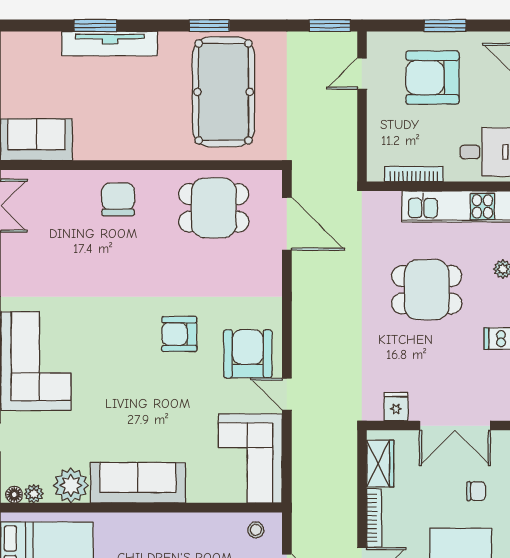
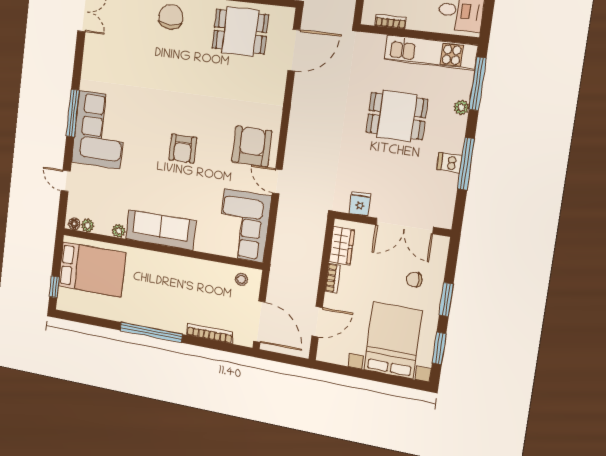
bookcase: (414, 174) -> (391, 21), width x0.64
door: (287, 224) -> (294, 50), hinge flipped
armchair: (179, 334) -> (183, 149), moved, turned -90
plant: (71, 485) -> (119, 231), width x0.53, depth x0.53
chair: (476, 491) -> (414, 280), turned 180
bookcase: (374, 518) -> (332, 278), width x0.64

